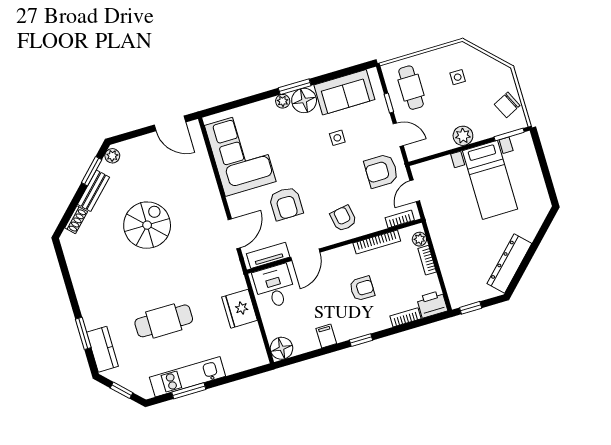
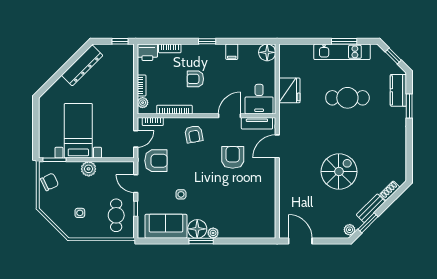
corner sofa: (240, 153) -> (255, 204), removed
spiral stairs: (147, 225) -> (339, 172), turned 180

